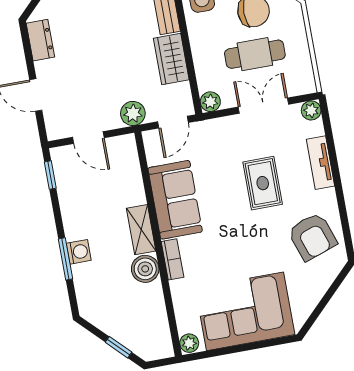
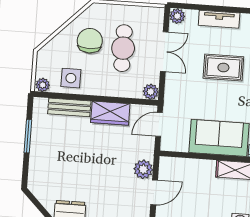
double door: (263, 106) -> (164, 52), swing flipped
plant: (133, 113) -> (143, 169), moved
door: (173, 122) -> (159, 124), swing flipped

